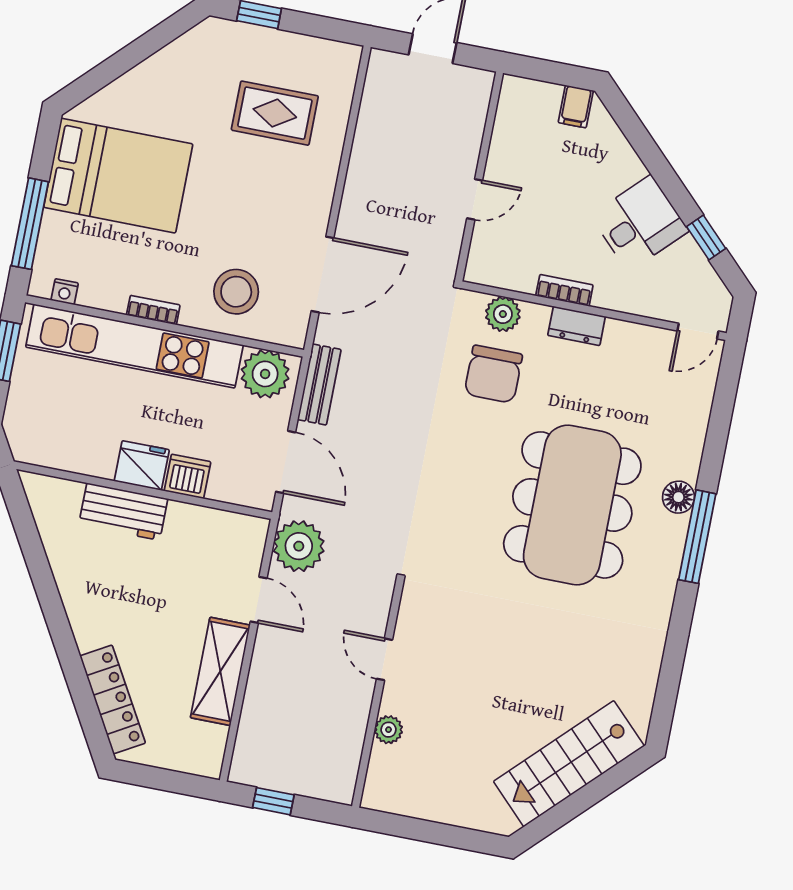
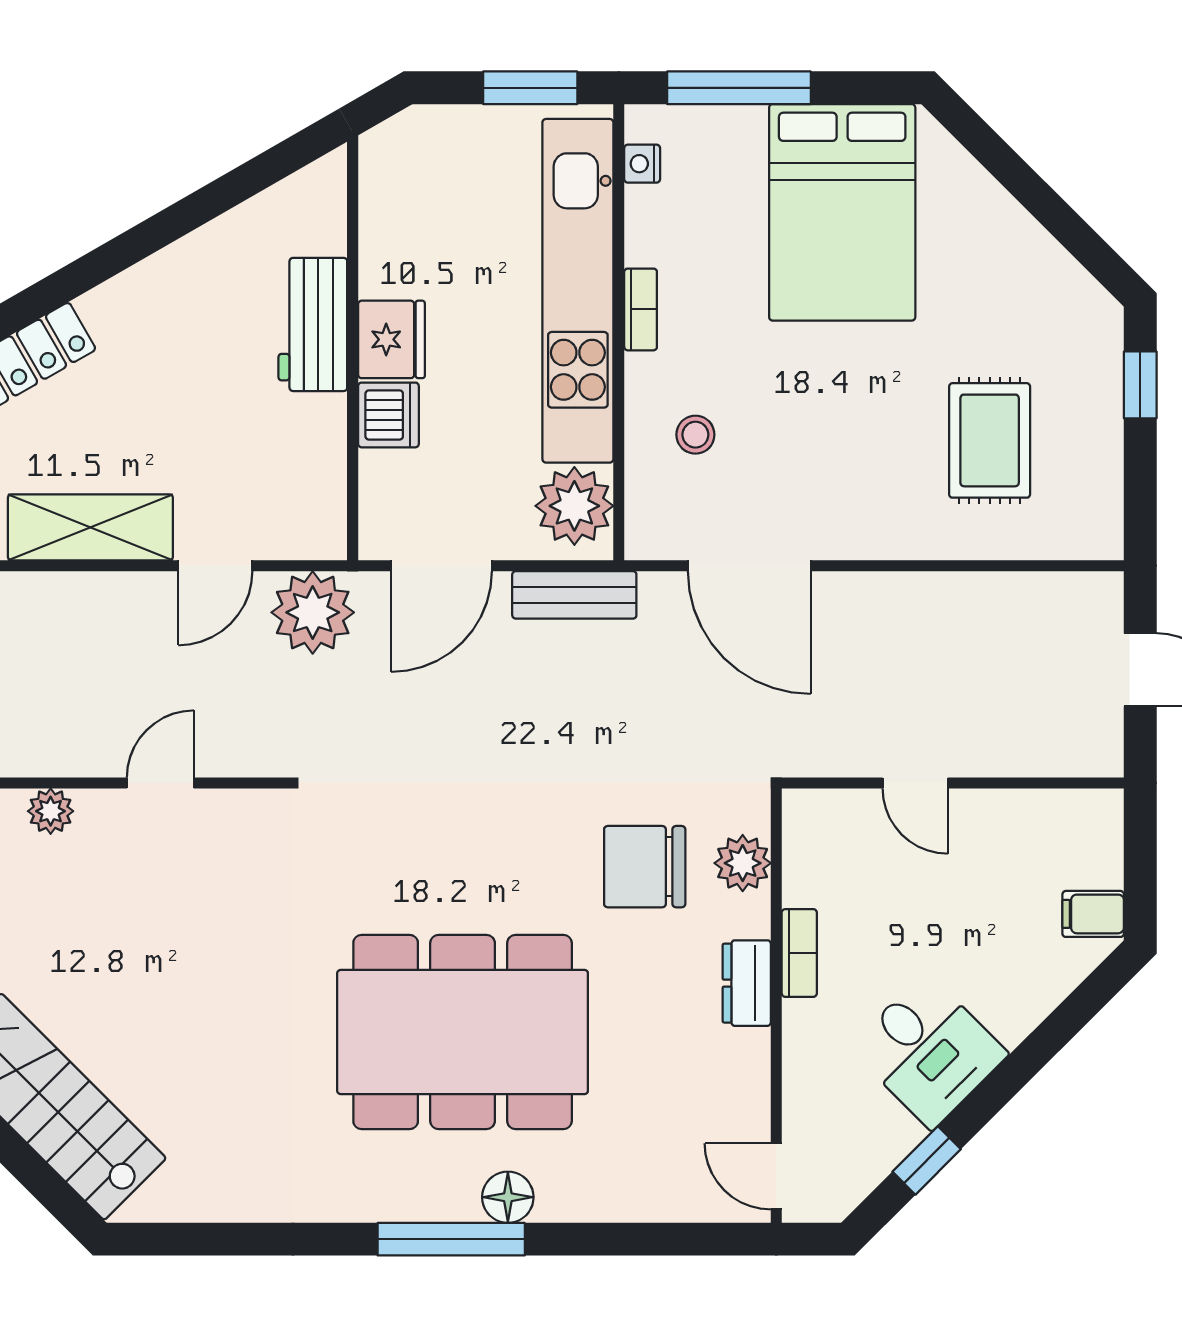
stool: (236, 292) -> (695, 435), width x0.53, depth x0.53

